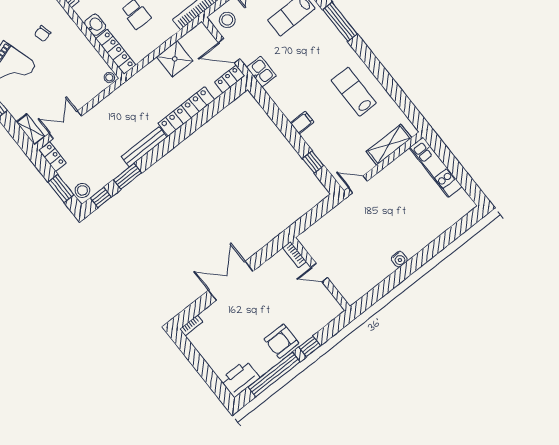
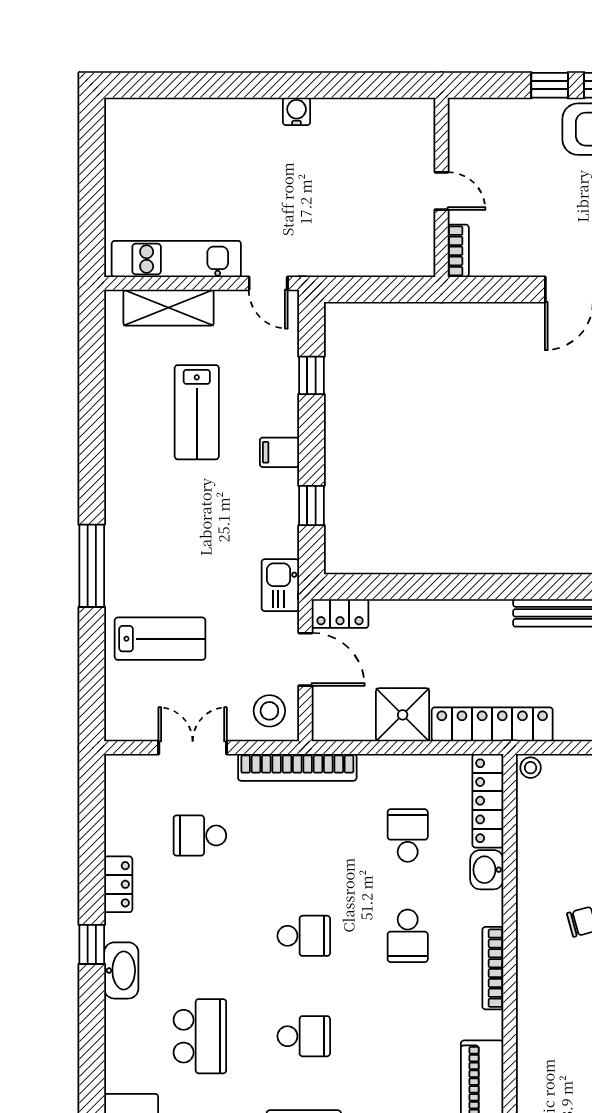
lab bench: (354, 92) -> (197, 412), moved
locker: (186, 111) -> (492, 724), moved, turned 180
window: (274, 112) -> (312, 506), added
kitchen unit: (436, 167) -> (176, 259), moved, turned -90

